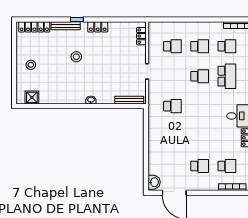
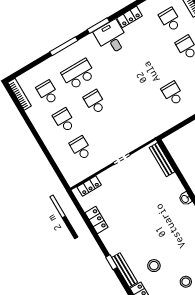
locker: (98, 27) -> (97, 220), moved
stool: (76, 57) -> (154, 266), moved
school desk: (172, 106) -> (173, 93), moved

